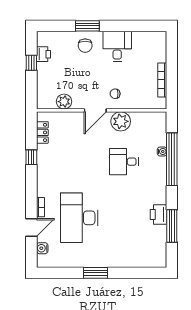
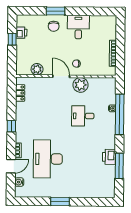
door: (95, 110) -> (61, 76), swing flipped
window: (31, 157) -> (11, 126), moved

